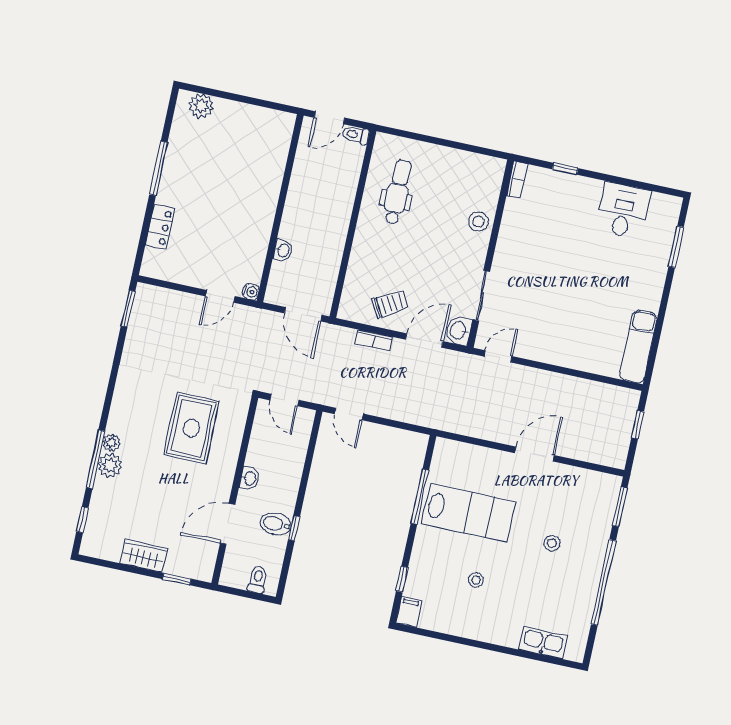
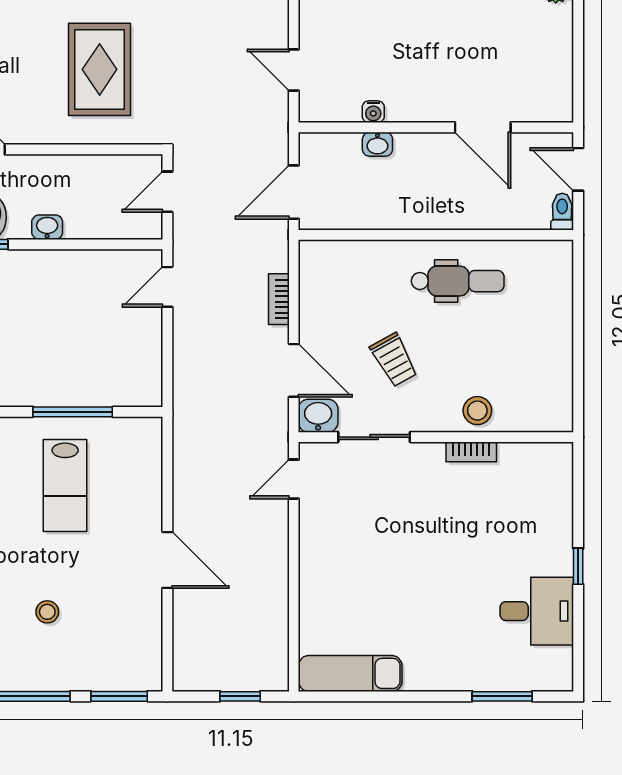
window: (565, 169) -> (578, 566), moved
door: (287, 176) -> (483, 127), added
bookcase: (517, 180) -> (471, 452), moved
dental chair: (398, 192) -> (458, 281), moved
water cooler: (251, 292) -> (373, 112), moved
trolley: (390, 304) -> (394, 360), moved
door: (498, 356) -> (294, 479), swing flipped
rug: (191, 428) -> (100, 69), turned 90
washbasin: (250, 478) -> (47, 227), moved, turned 180
lab bench: (469, 513) -> (65, 485), width x0.73, depth x0.72

